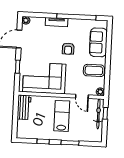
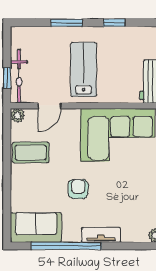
sofa: (98, 42) -> (36, 228), moved, turned -90
door: (82, 96) -> (50, 106), swing flipped
lab bench: (62, 116) -> (84, 69), turned 180

